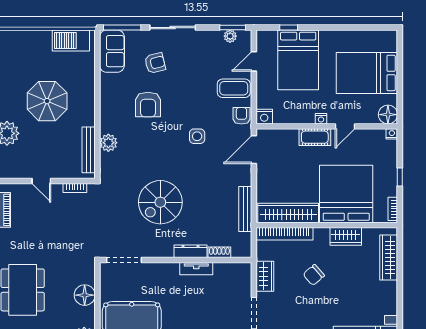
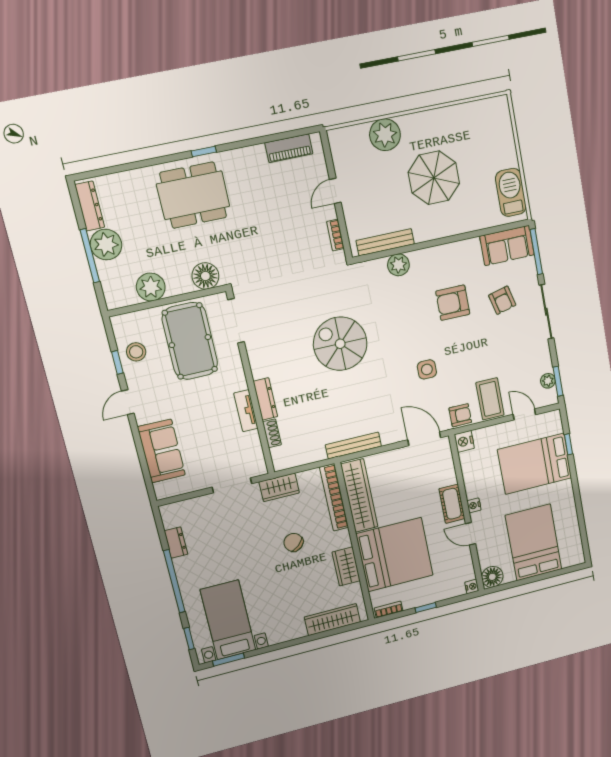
dresser: (190, 251) -> (265, 399), moved
shoe rack: (219, 252) -> (272, 433), moved
doorway: (124, 260) -> (236, 321), moved
wall: (176, 260) -> (251, 384), moved
tv unit: (196, 269) -> (246, 411), moved

